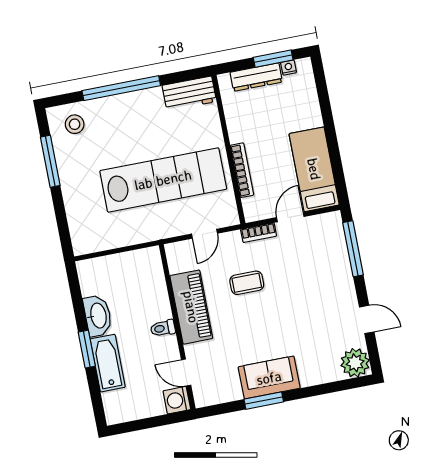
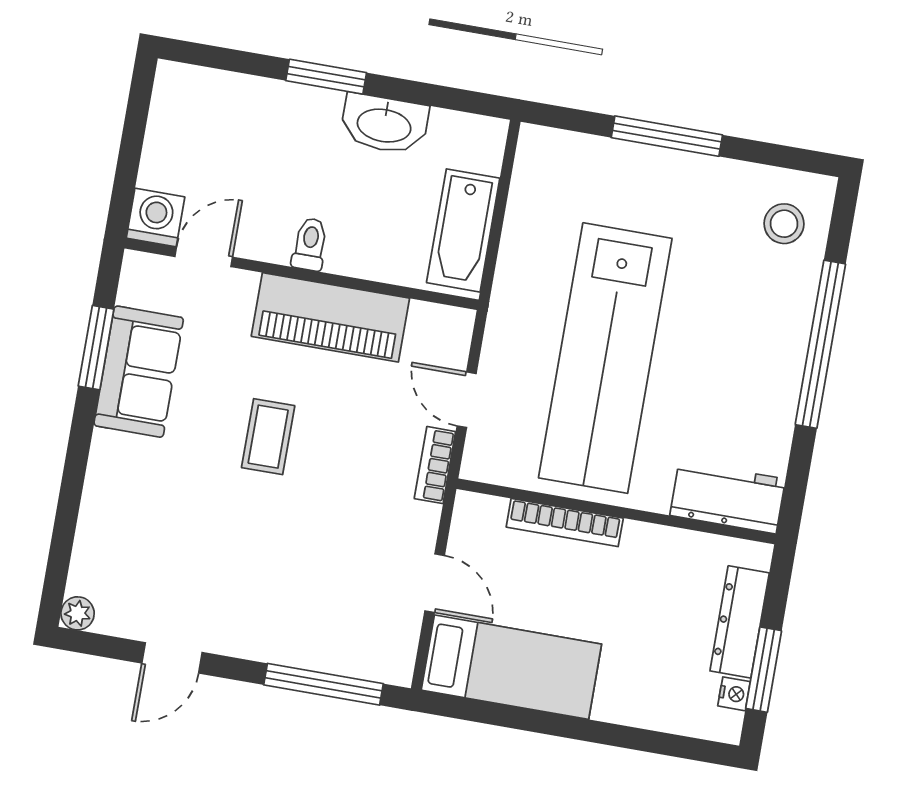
workbench: (189, 93) -> (728, 497), moved, turned 90
window: (50, 161) -> (667, 136), moved
bookcase: (259, 233) -> (435, 465), moved
coffee table: (247, 283) -> (268, 437), moved
bathtub: (108, 363) -> (463, 230), moved, turned 90
plant: (355, 363) -> (78, 613), width x0.53, depth x0.53
sofa: (269, 378) -> (139, 372), moved
window: (264, 401) -> (96, 348), moved

